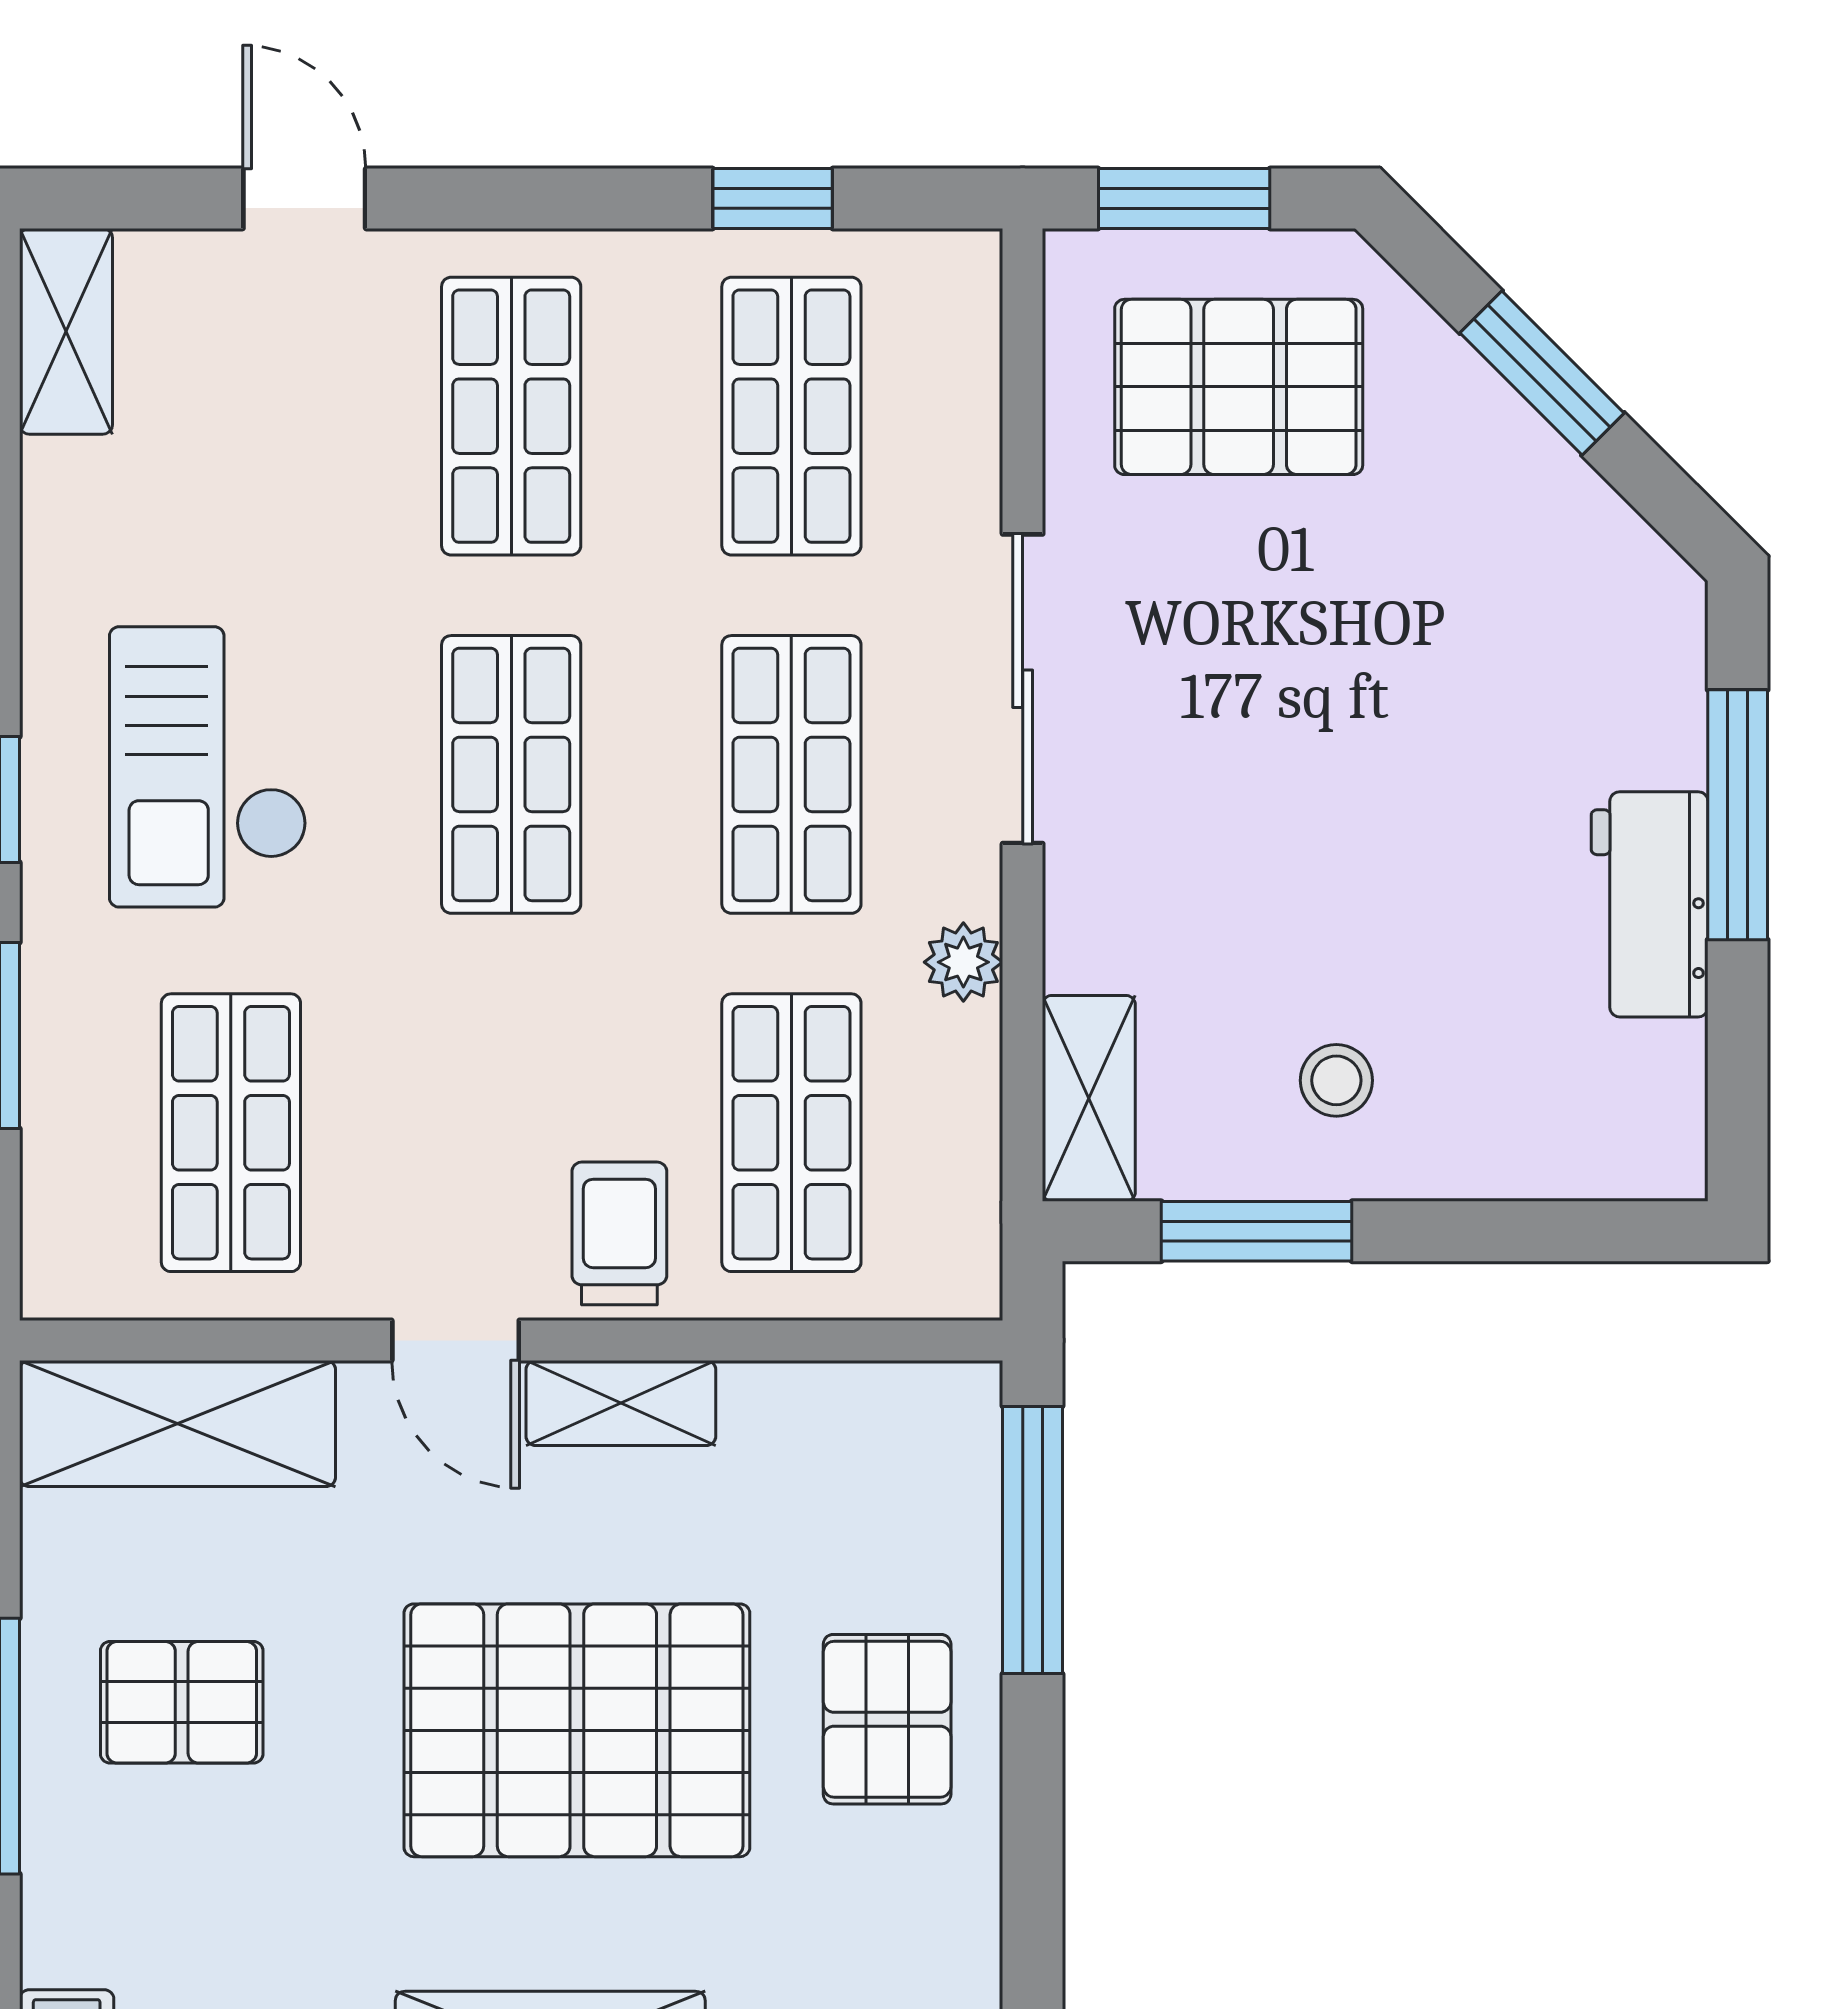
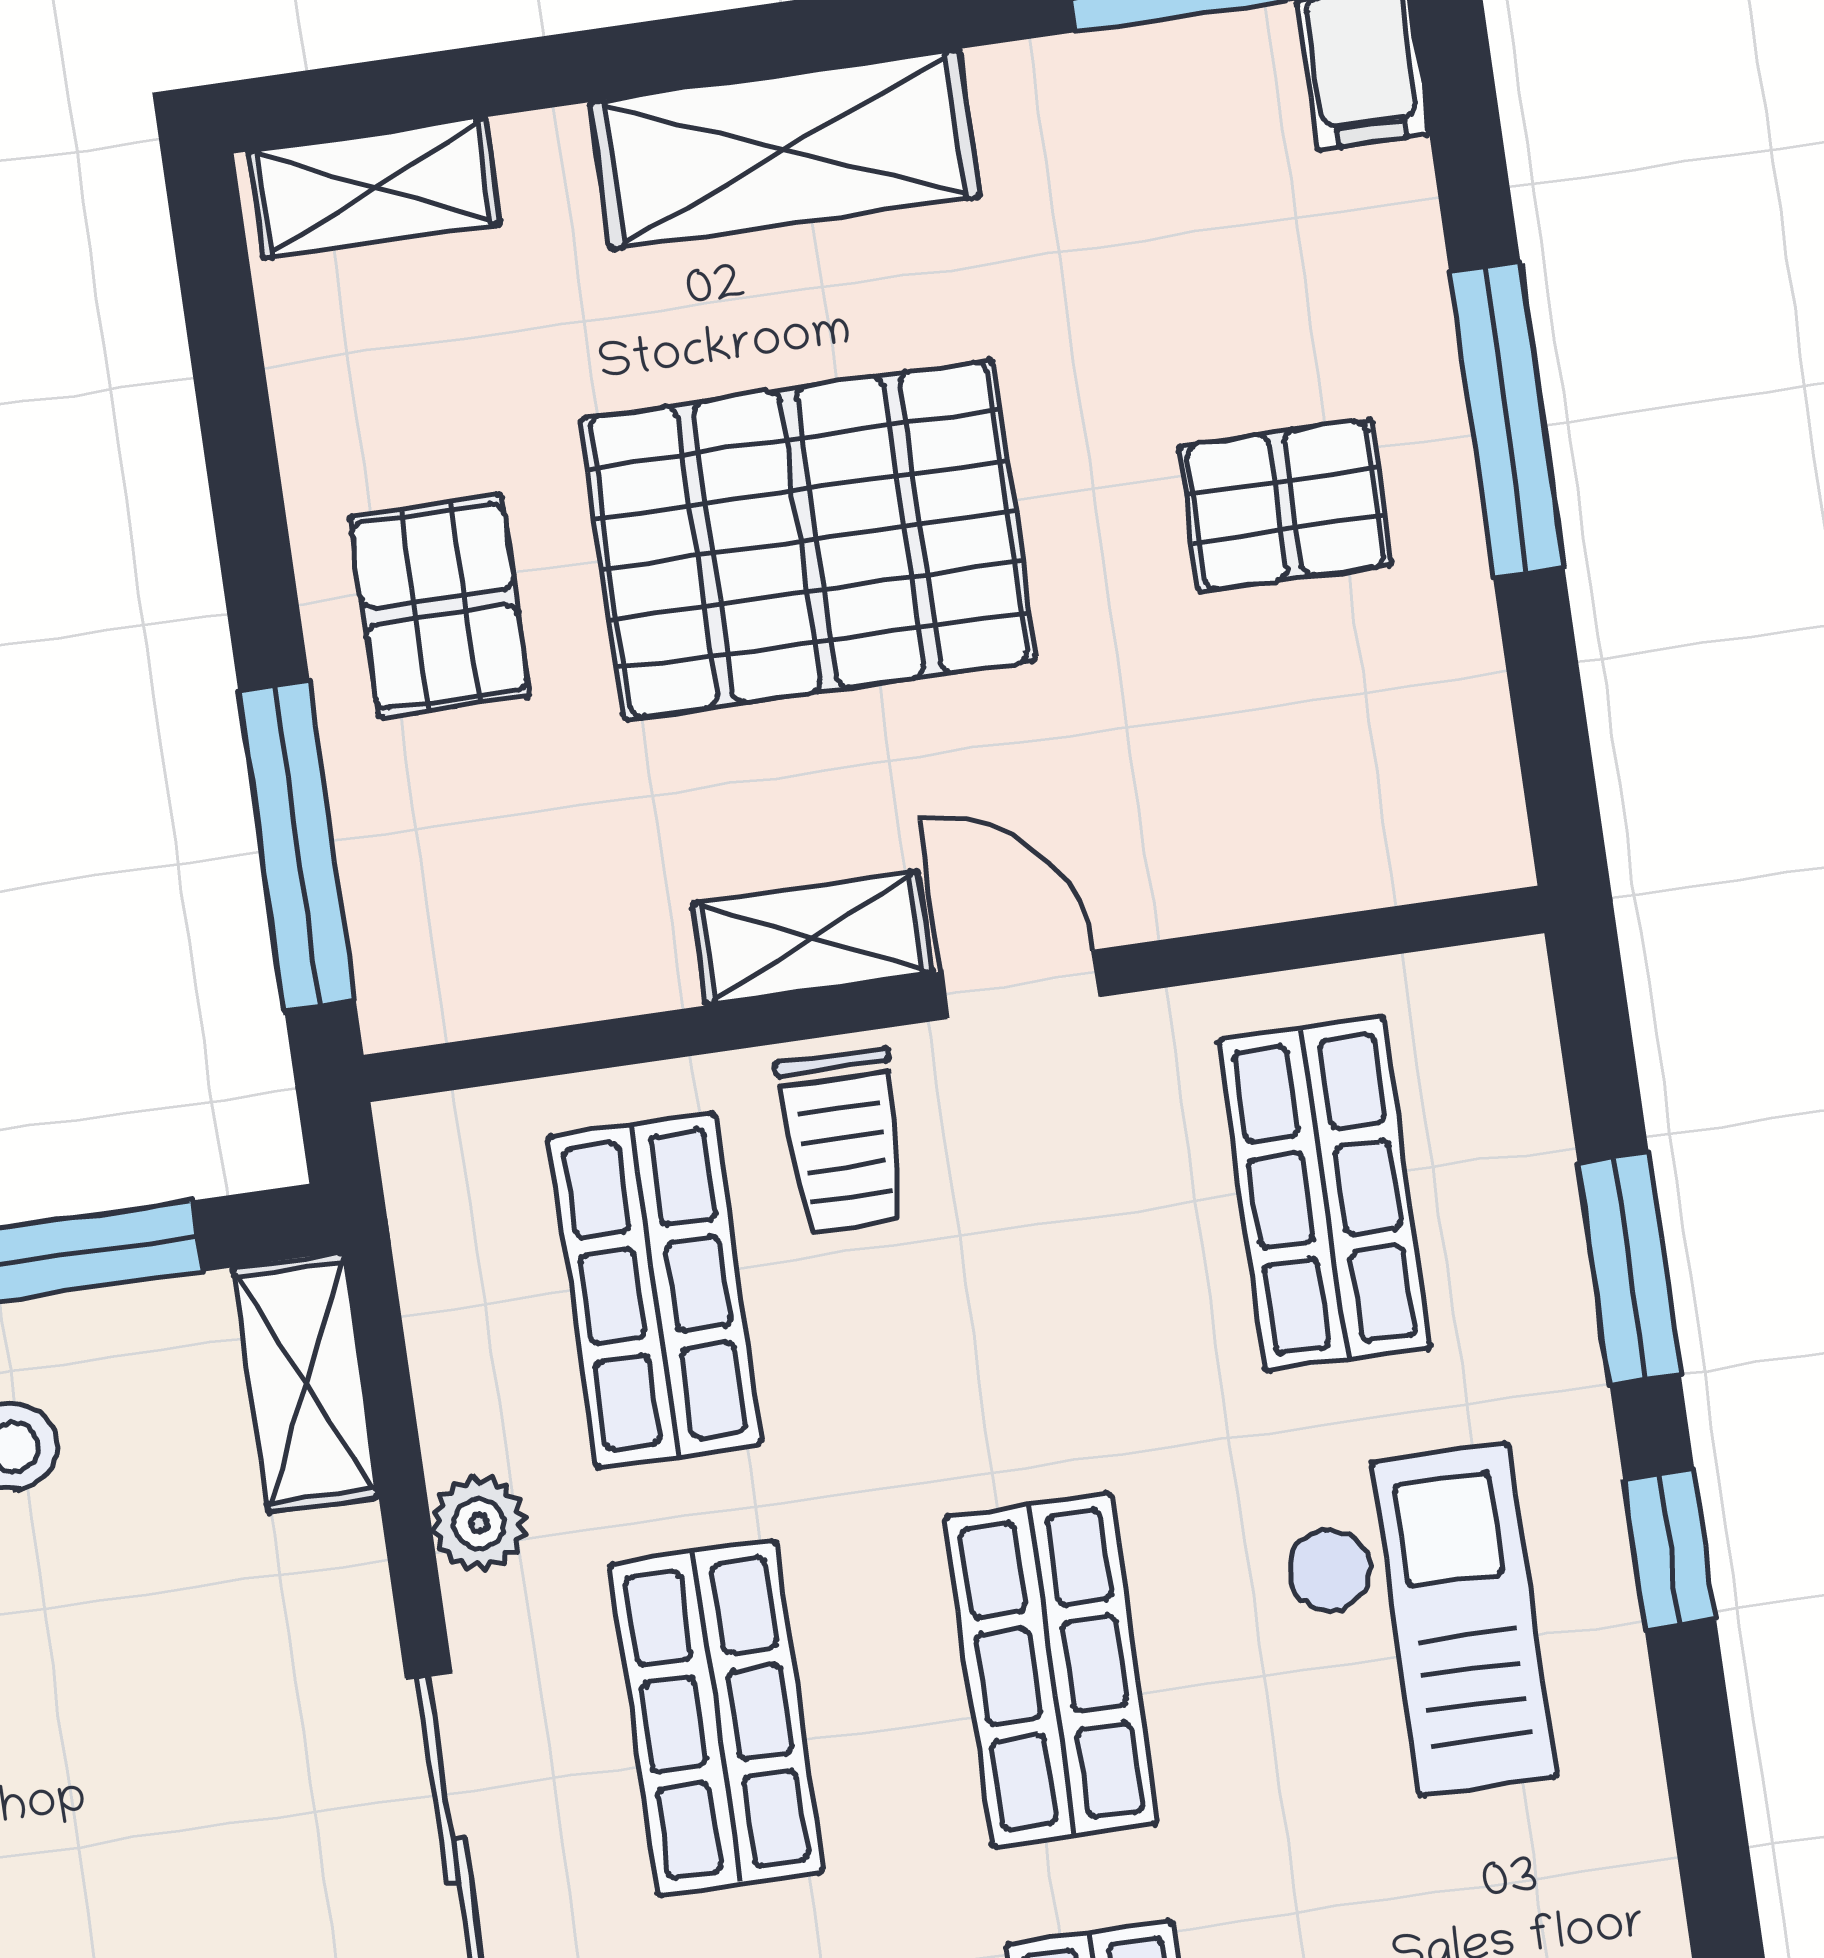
shelving: (178, 1423) -> (1338, 837), removed

